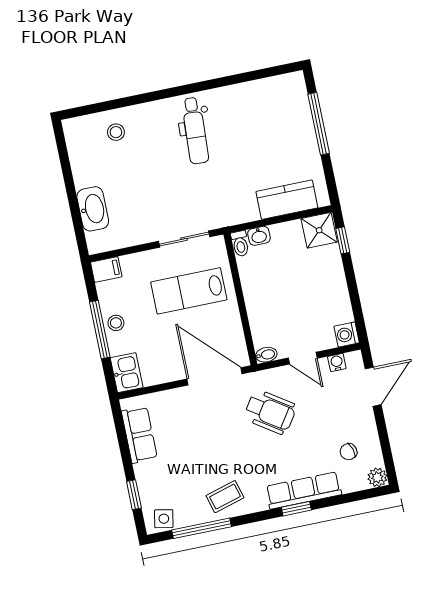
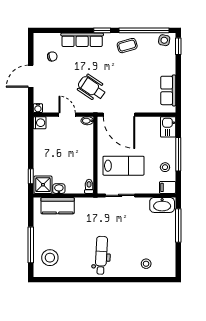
stool: (282, 109) -> (50, 258), added
window: (75, 208) -> (178, 226), added
washbasin: (93, 209) -> (162, 205), moved, turned -90
washbasin: (259, 236) -> (59, 189), moved
stool: (116, 323) -> (165, 167), moved
water cooler: (337, 362) -> (38, 108), moved
door: (373, 387) -> (31, 76), moved
plant: (377, 477) -> (39, 39), removed
window: (134, 495) -> (178, 46), moved
window: (296, 509) -> (102, 30), moved
window: (202, 528) -> (144, 30), width x1.46

